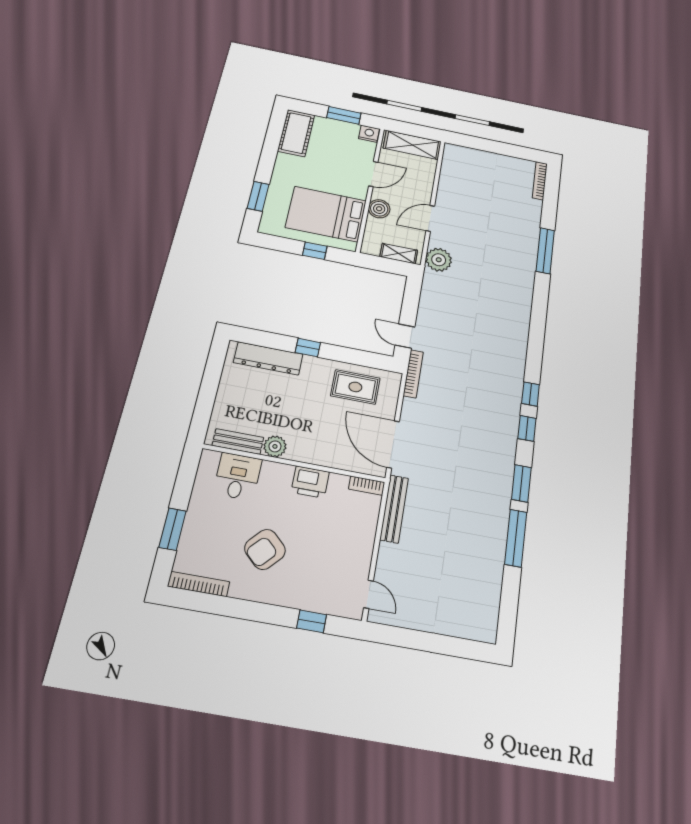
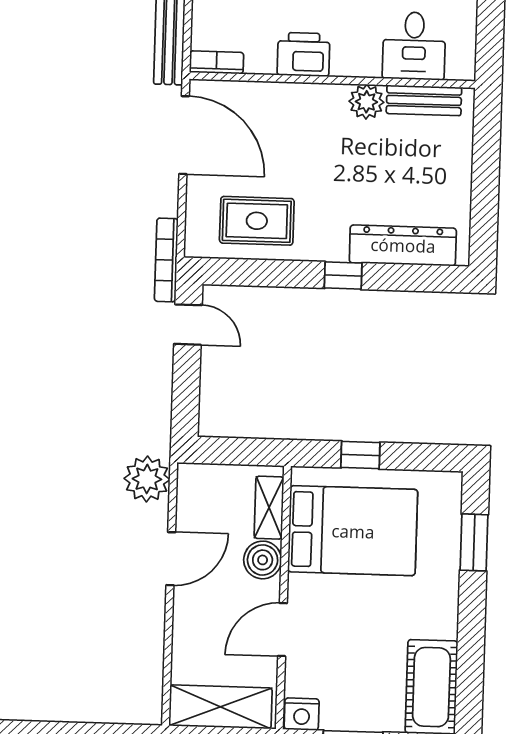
shelving: (399, 254) -> (269, 508), moved, turned 90

